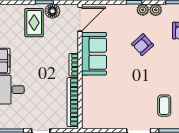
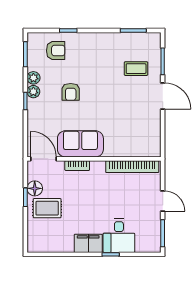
armchair: (143, 45) -> (71, 92), turned 42
bookcase: (74, 65) -> (77, 166), moved

